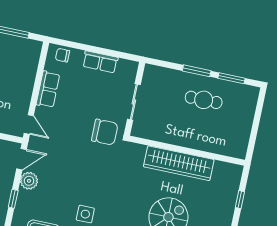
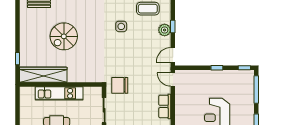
kitchen unit: (192, 139) -> (59, 93), added
wardrobe: (179, 163) -> (43, 75), moved
plant: (29, 181) -> (165, 30), moved

